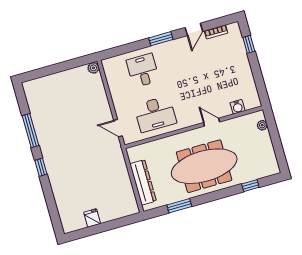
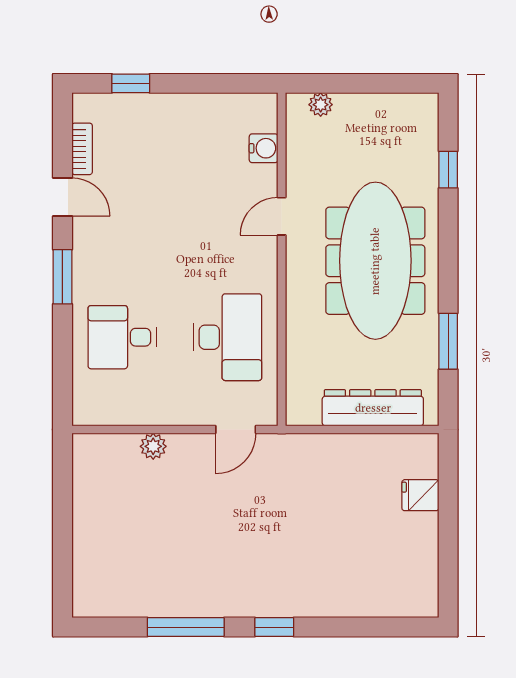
plant: (93, 68) -> (153, 446), moved
fridge: (92, 218) -> (420, 495), moved

